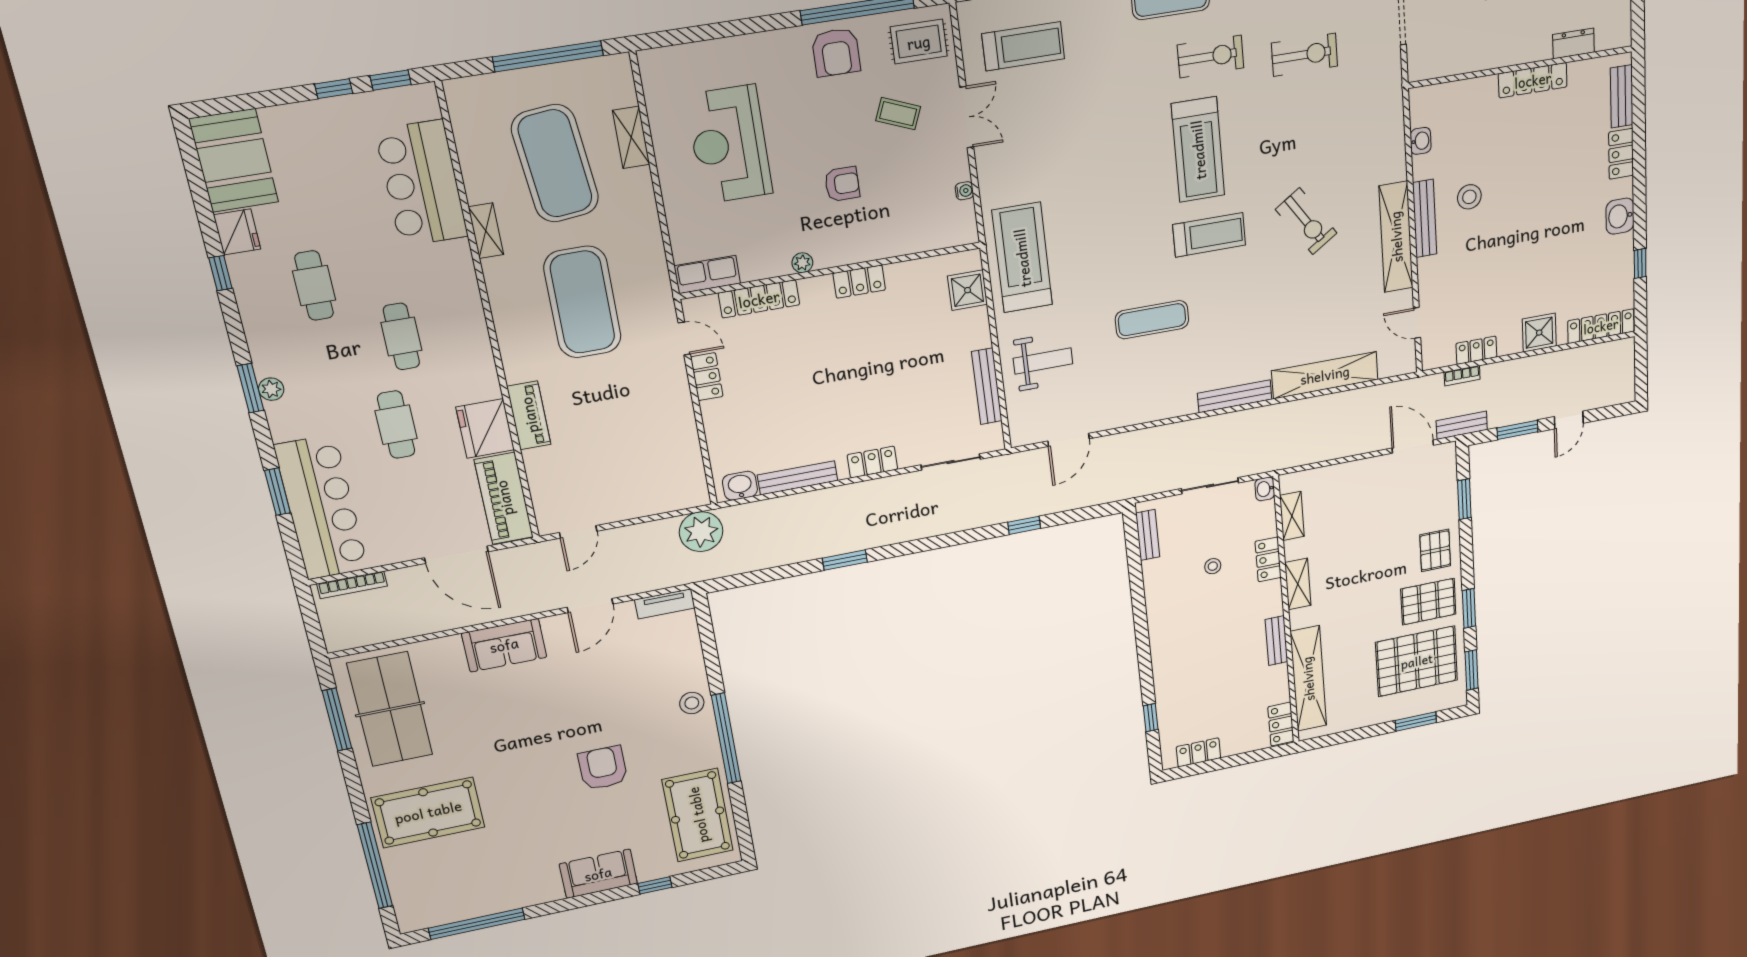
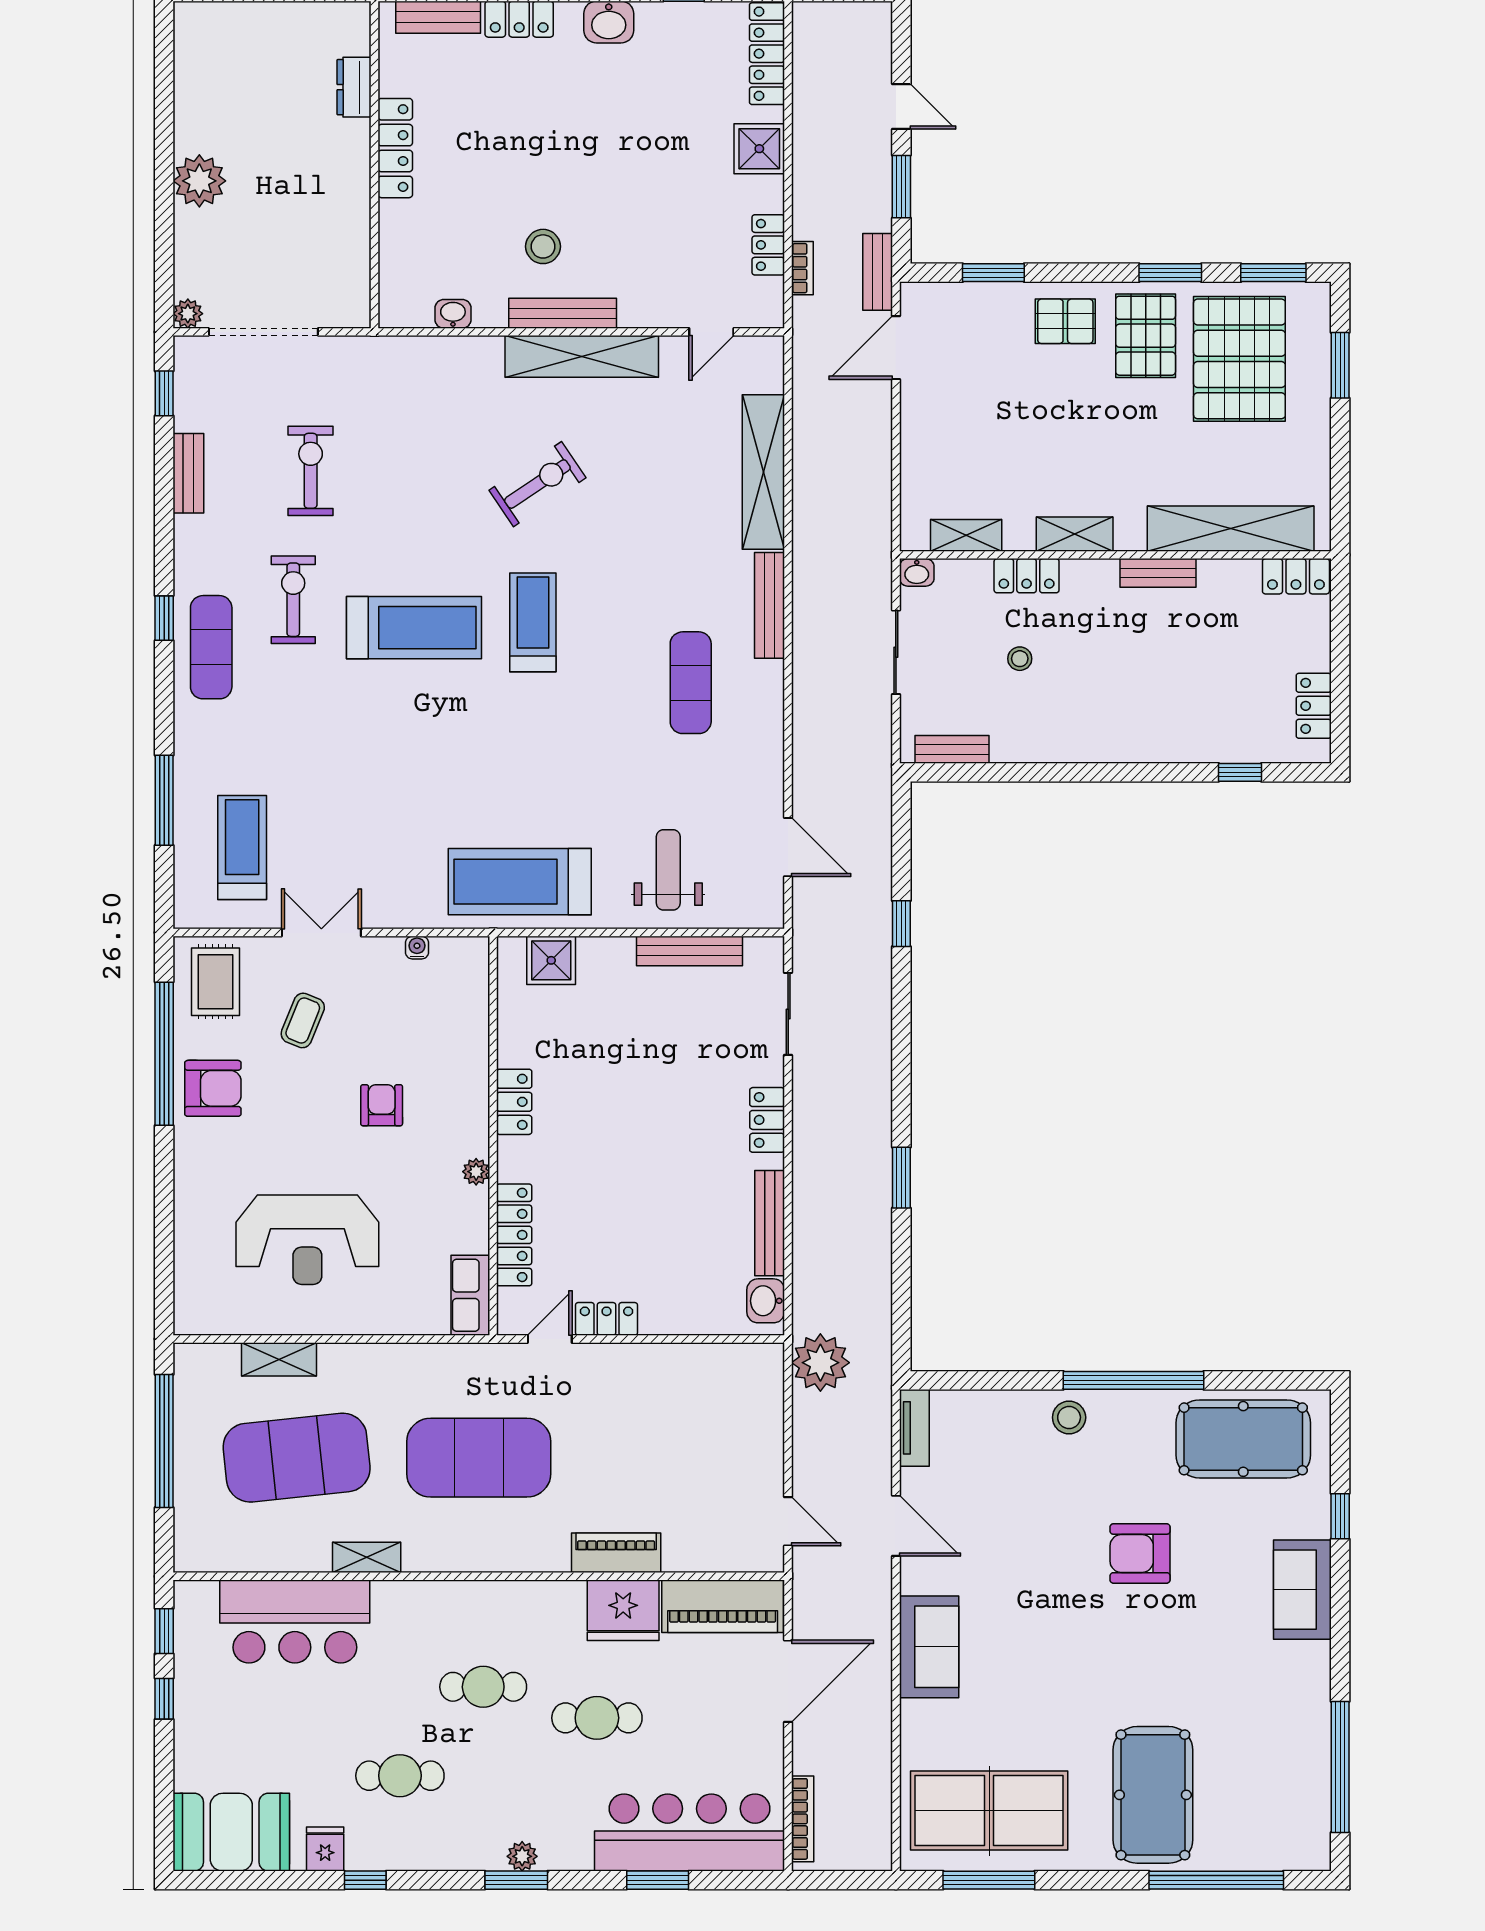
fridge: (237, 232) -> (325, 1849), width x0.72
exercise mat: (1152, 320) -> (691, 683), moved

